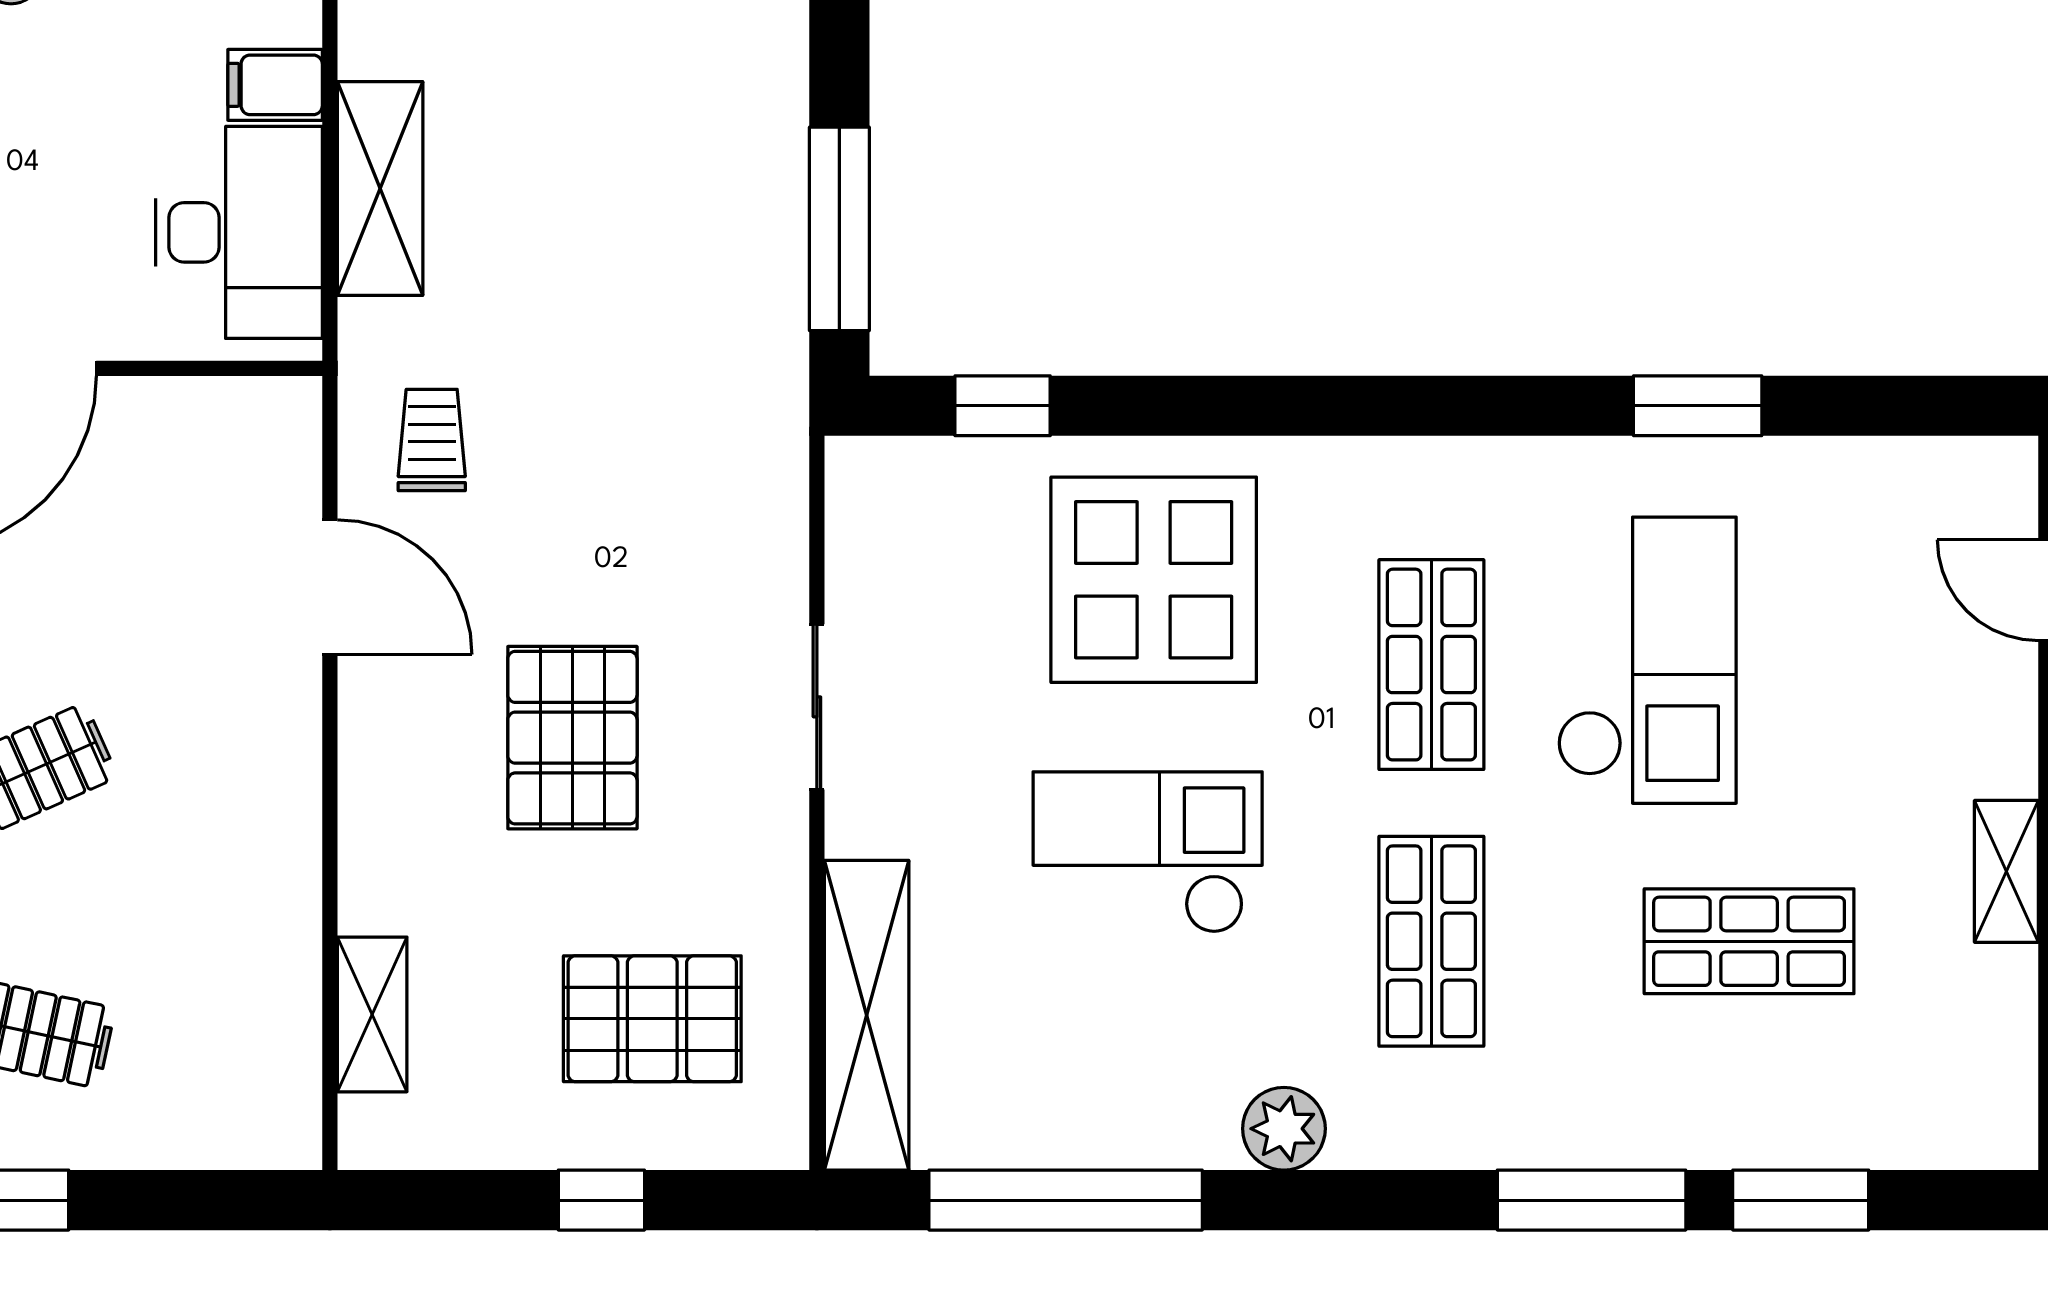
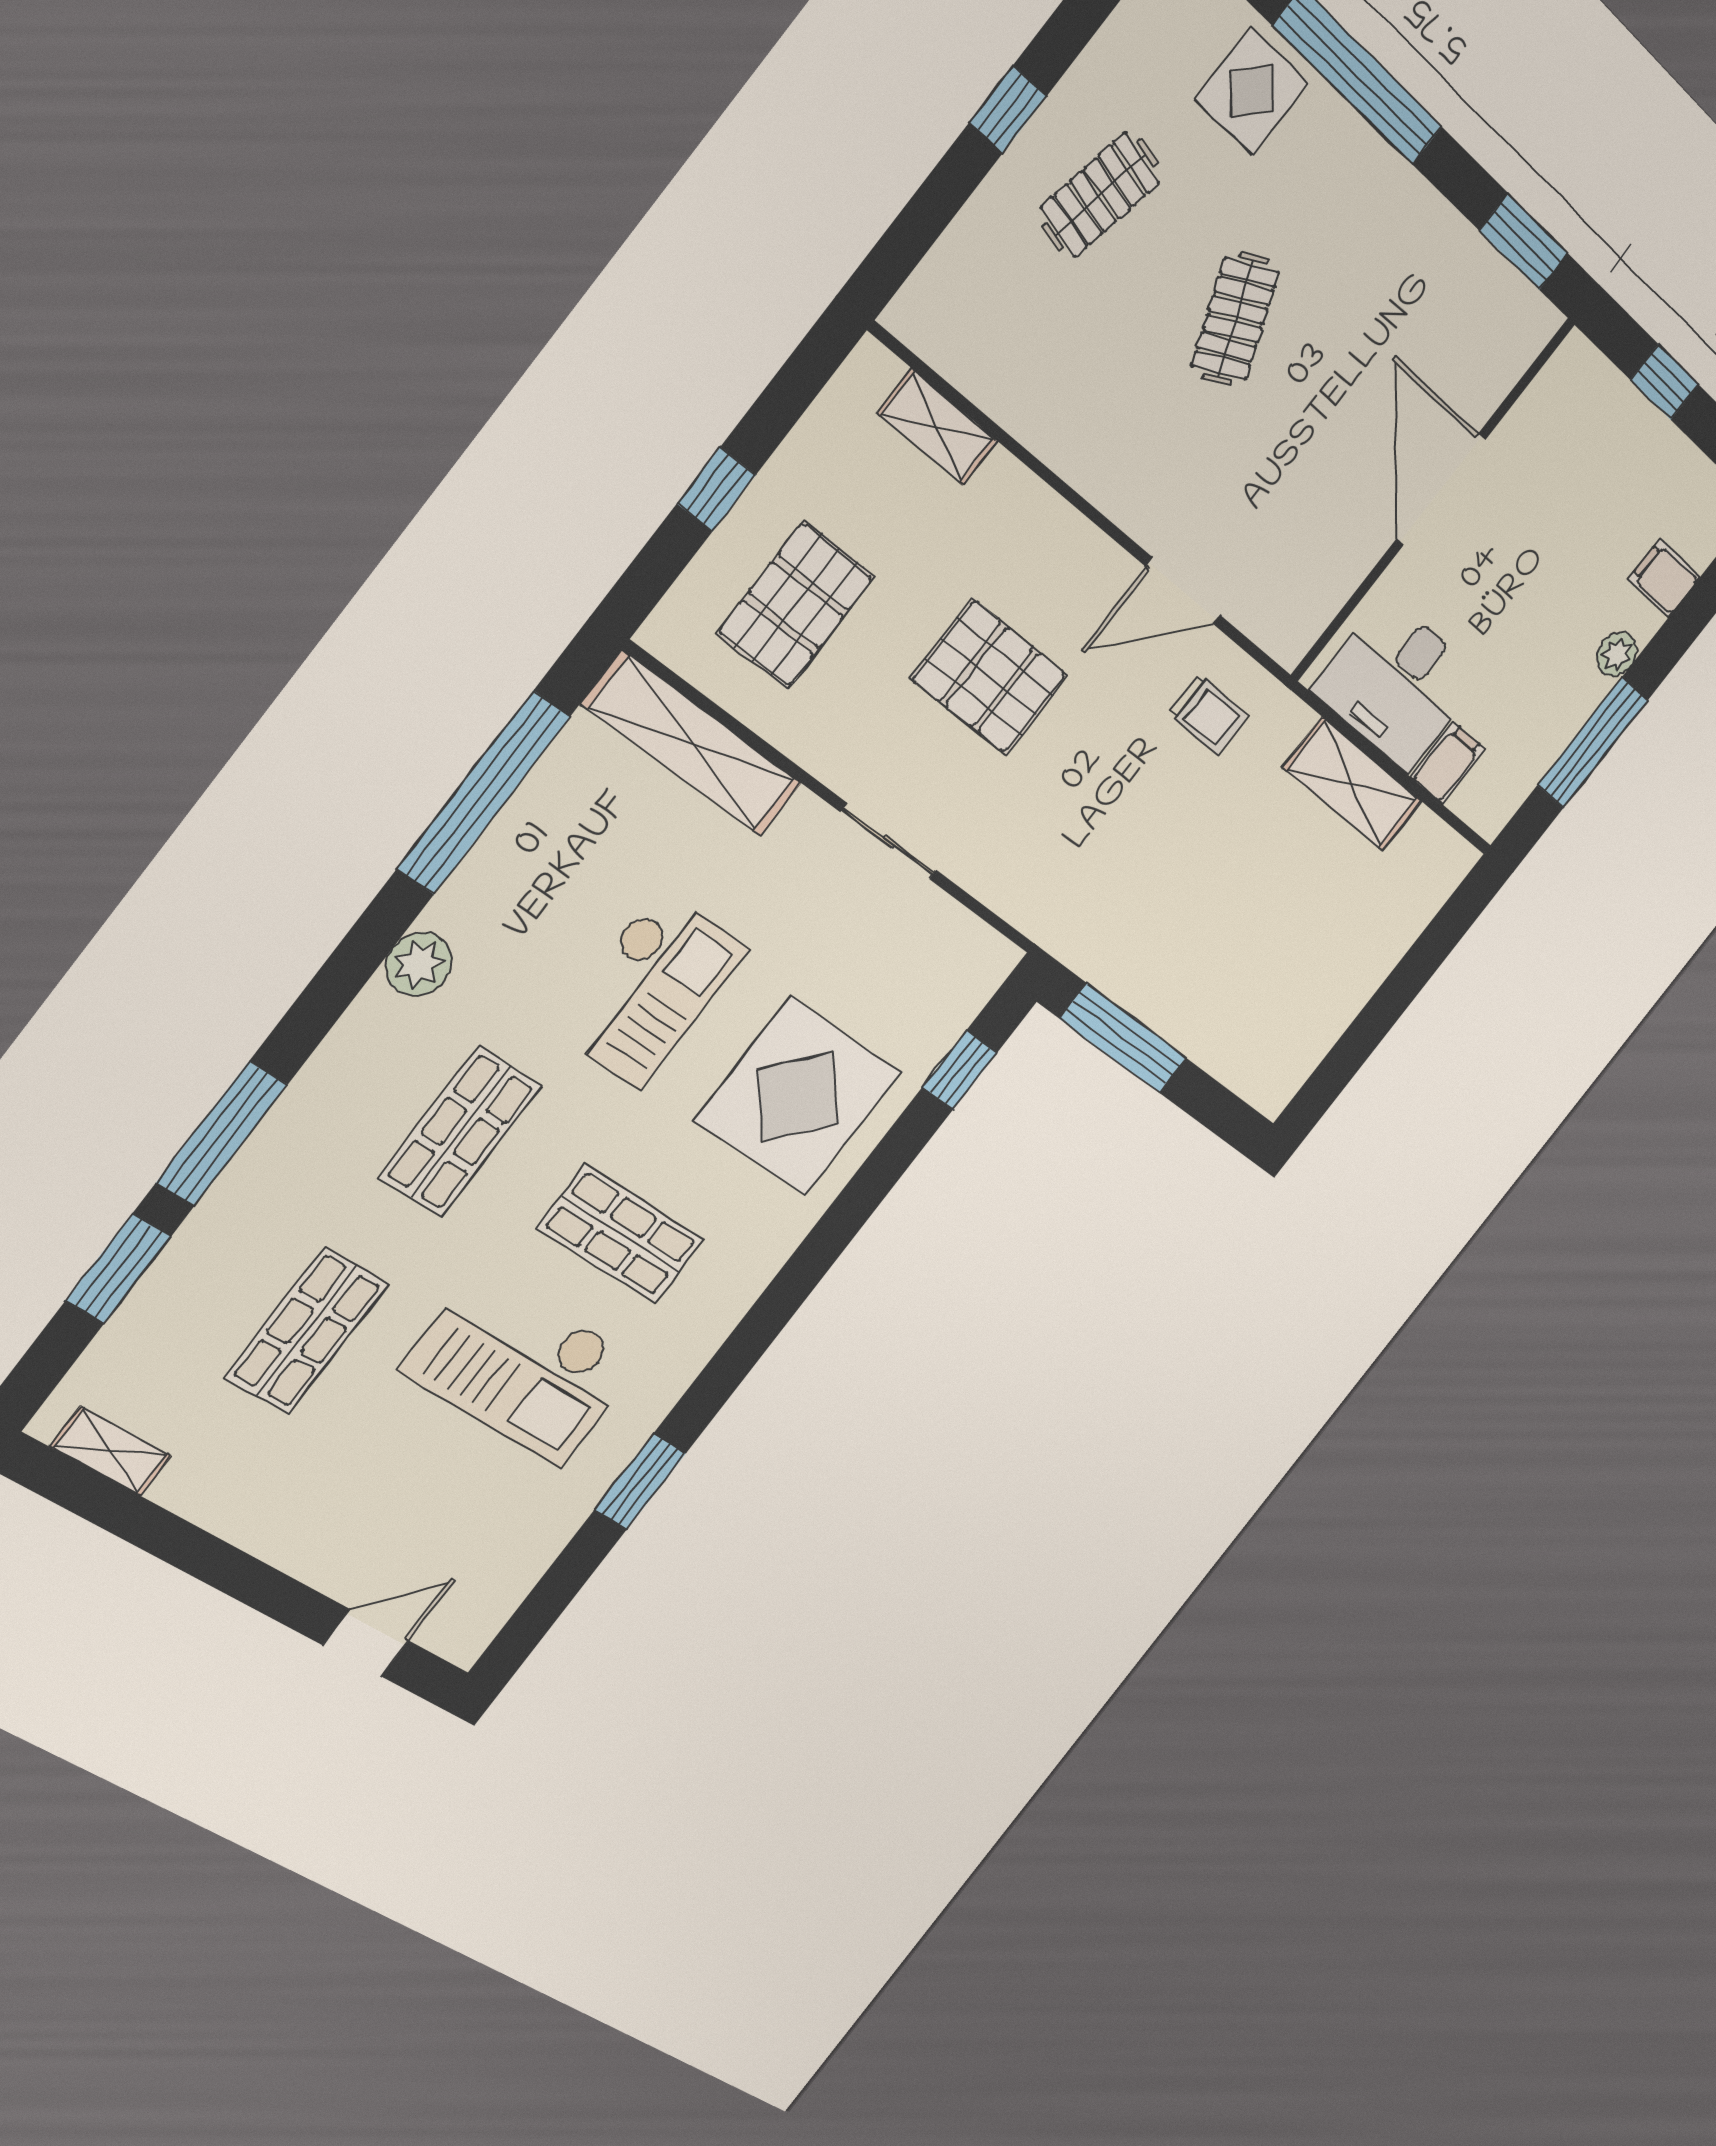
shelving: (2006, 871) -> (111, 1451), moved
shop shelf: (1431, 941) -> (460, 1132), turned 90

